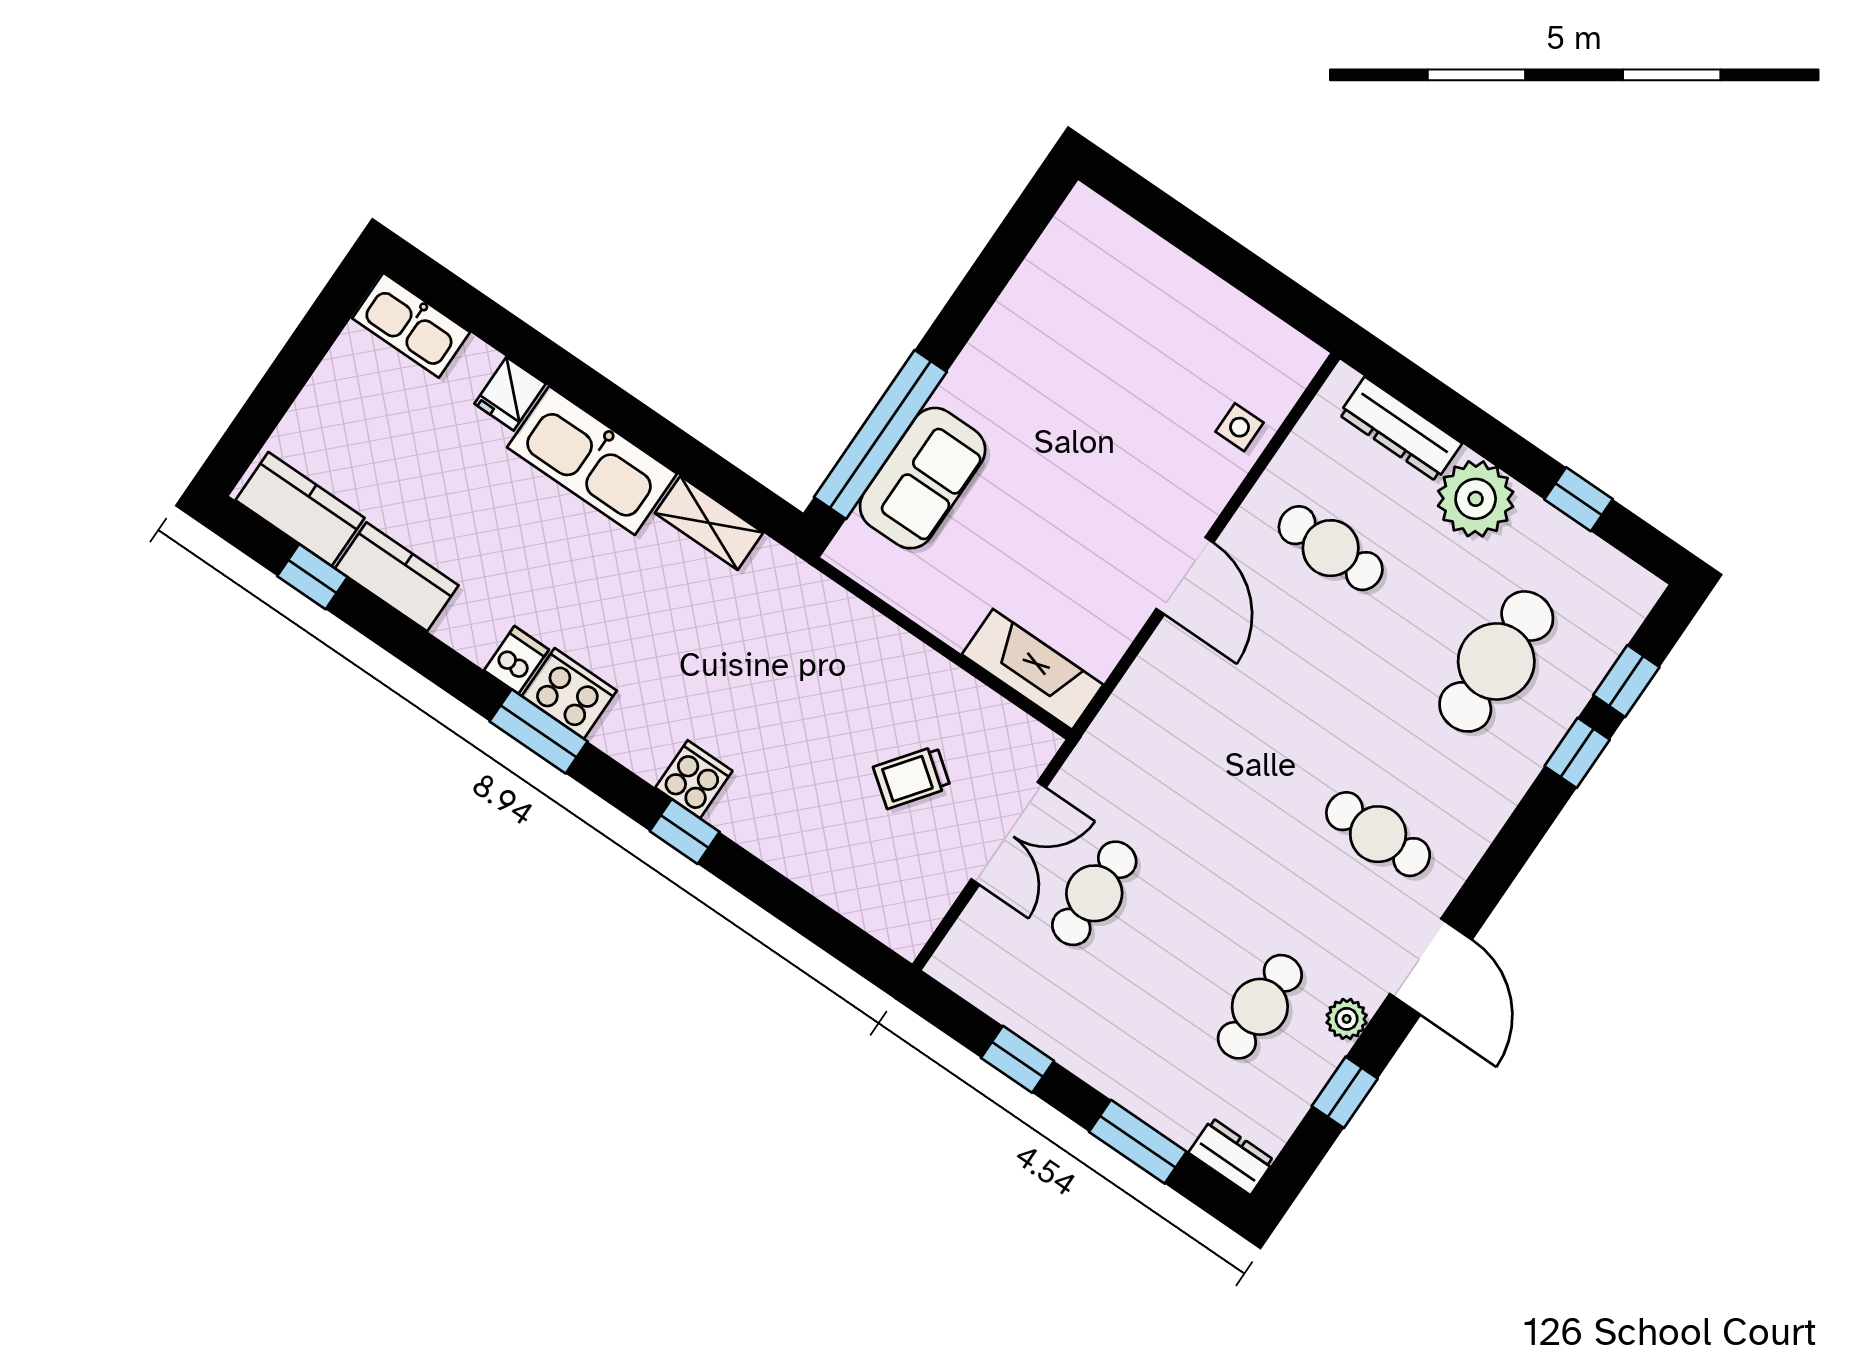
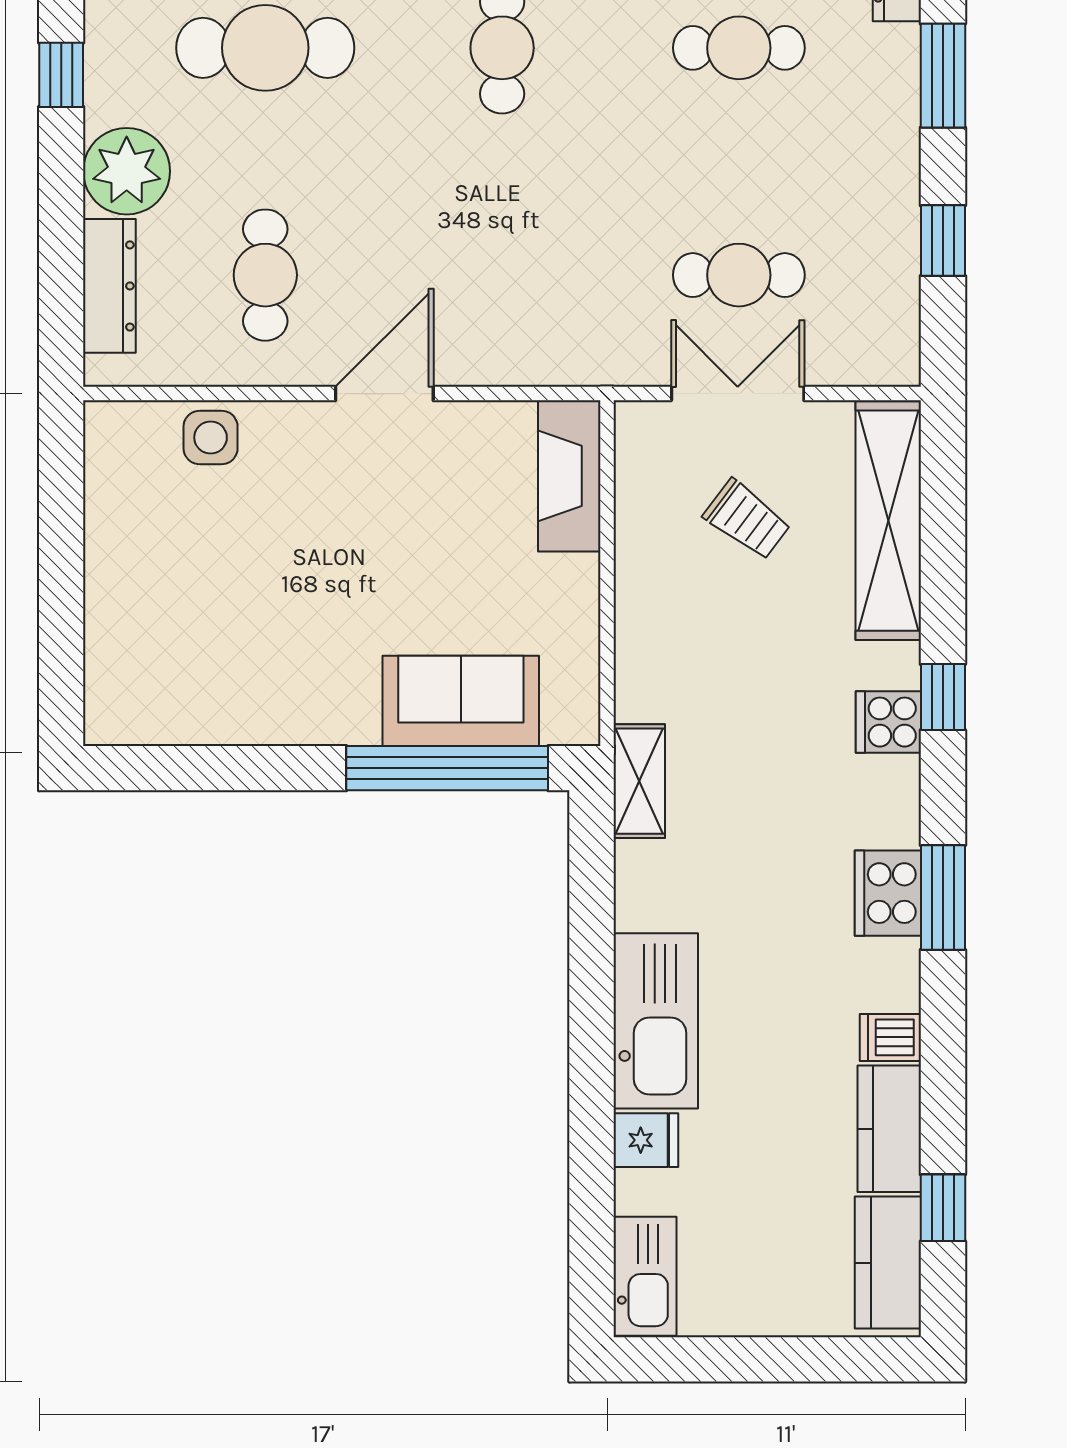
side table: (1240, 427) -> (211, 437), width x1.37, depth x1.37
shelving: (709, 523) -> (639, 781), moved
dishwasher: (516, 660) -> (890, 1037), moved
shelving: (841, 880) -> (888, 521), added

